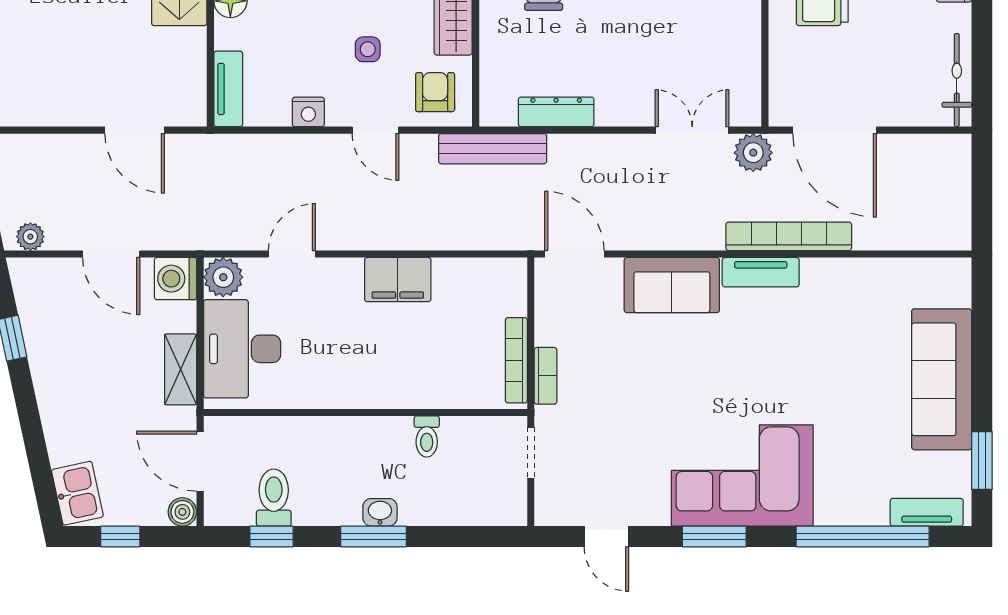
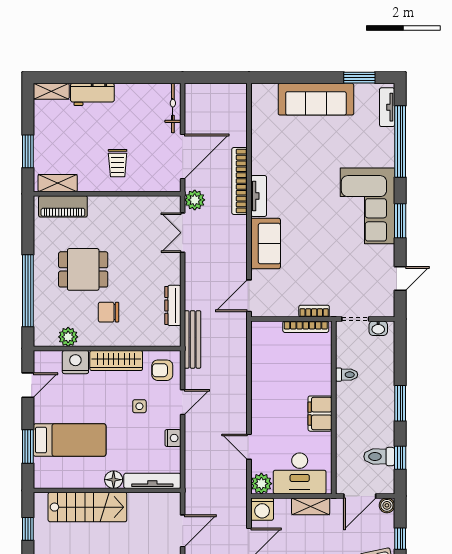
bicycle: (957, 80) -> (173, 108), moved, turned 90
tv unit: (228, 89) -> (152, 481), width x1.41
filing cabinet: (398, 280) -> (320, 414), moved, turned 180
washbasin: (380, 512) -> (378, 328), moved, turned -90

